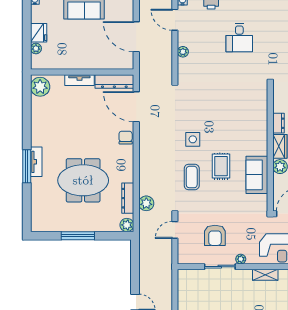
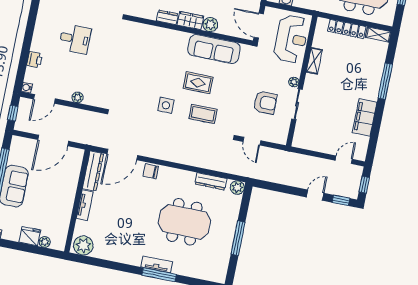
sofa: (257, 175) -> (214, 49), width x1.36
meeting table: (83, 180) -> (184, 222), turned 90
plant: (146, 203) -> (220, 164), removed

